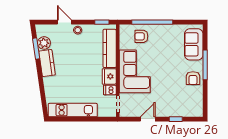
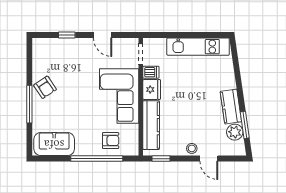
sofa: (194, 44) -> (54, 144), moved, turned -90
armchair: (193, 78) -> (45, 87), turned 146
door: (148, 119) -> (103, 35), hinge flipped

